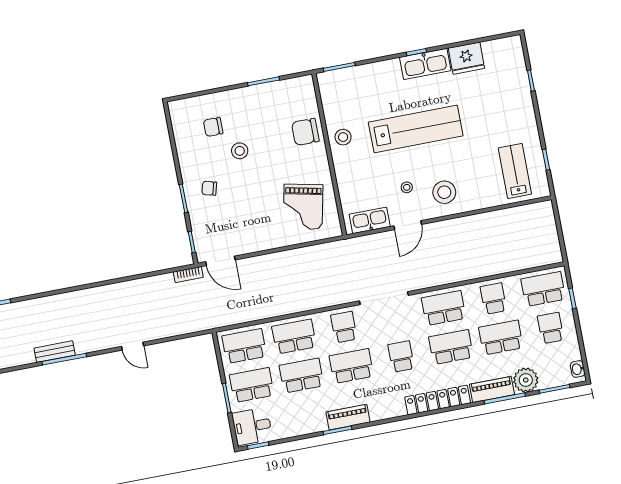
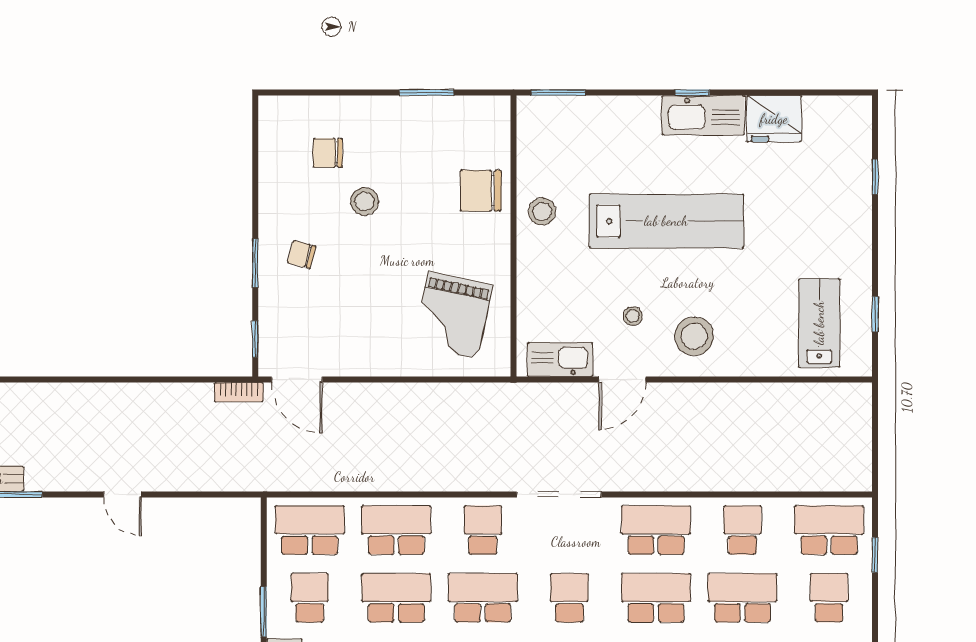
school desk: (252, 385) -> (310, 598), width x0.54

